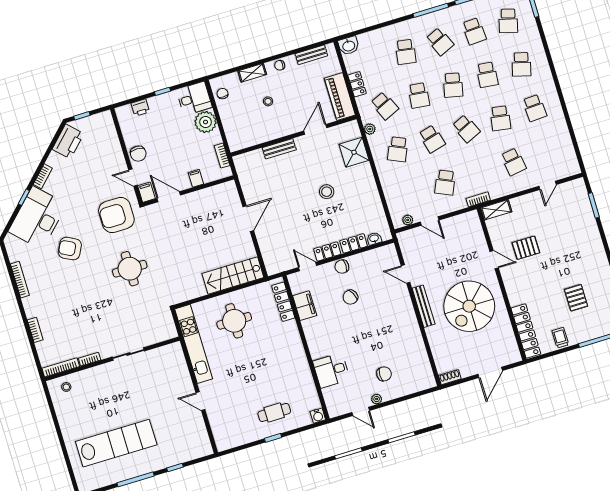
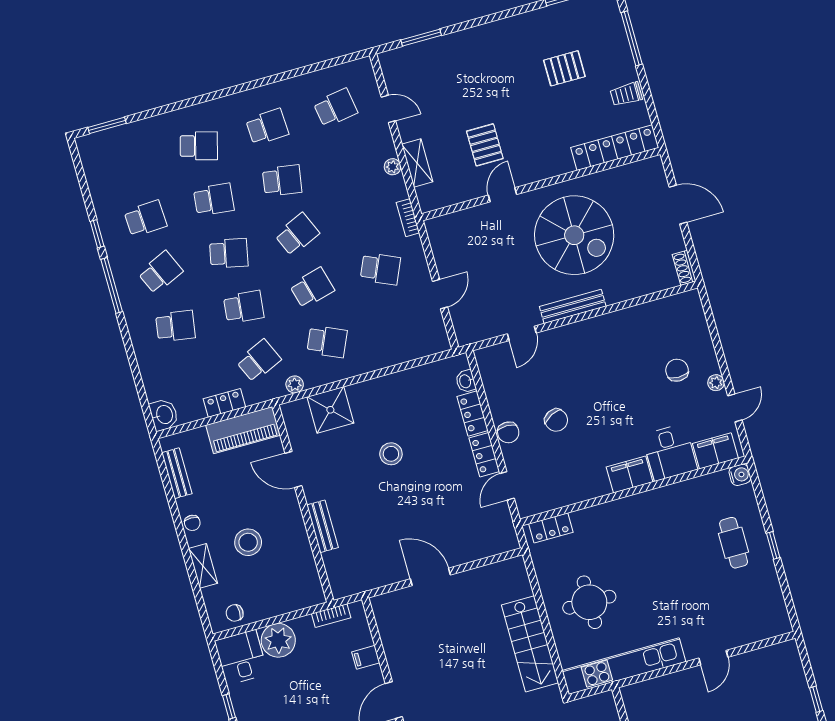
school desk: (508, 21) -> (130, 165), removed
stool: (268, 101) -> (248, 542), width x1.89, depth x1.89
school desk: (513, 162) -> (335, 108), moved
shelving: (496, 210) -> (417, 163), moved
plant: (408, 220) -> (393, 167), moved
stairs: (233, 275) -> (530, 644), moved
locker: (283, 302) -> (551, 528), width x0.66
filing cabinet: (305, 306) -> (630, 475), moved
filing cabinet: (333, 400) -> (715, 451), added

